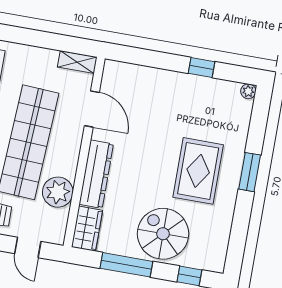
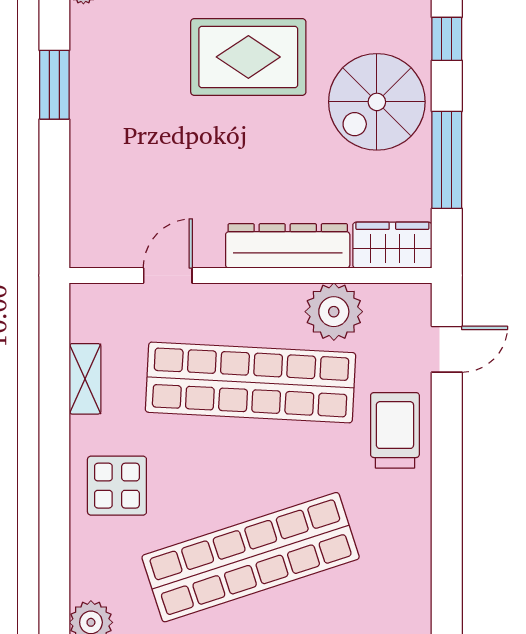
shelving: (77, 62) -> (85, 379), moved
window: (202, 67) -> (54, 85), width x1.50
door: (92, 109) -> (168, 275), width x0.73

